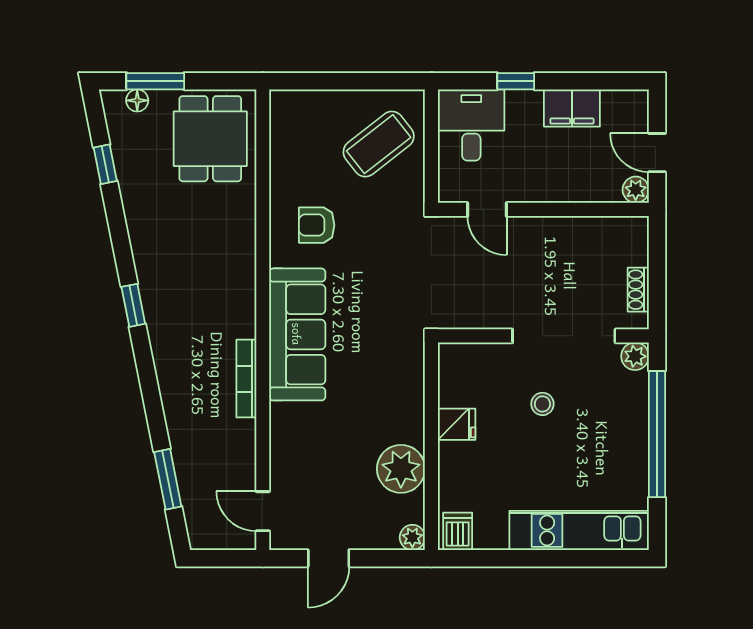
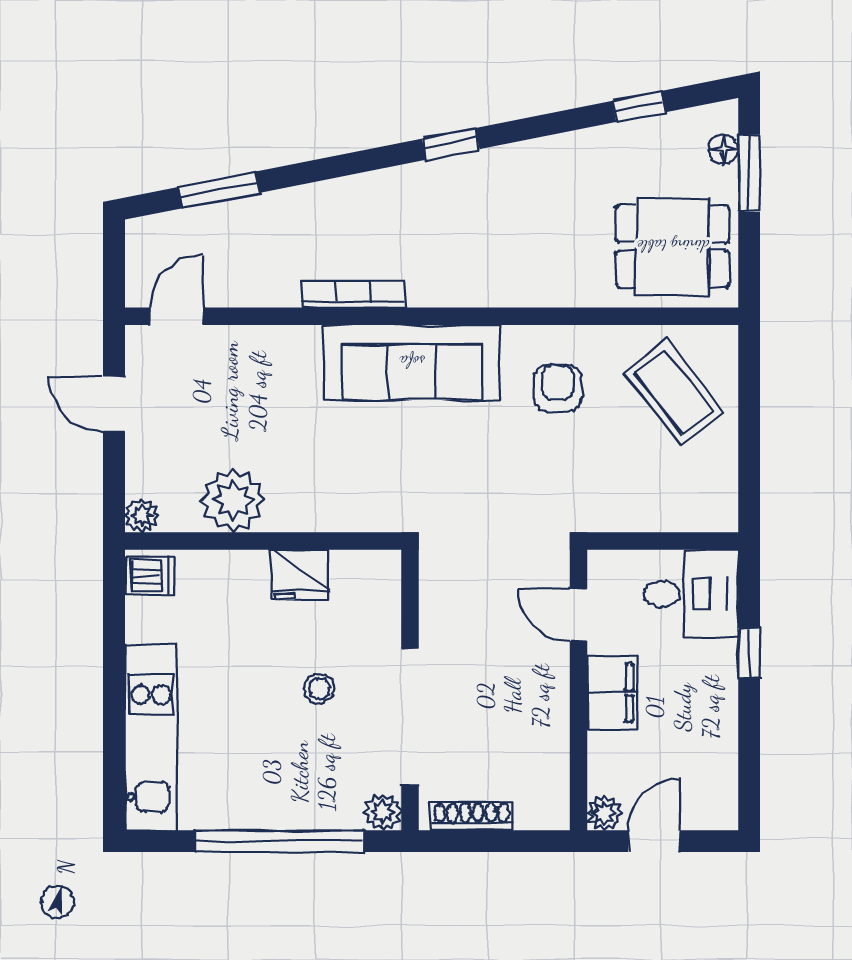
filing cabinet: (572, 108) -> (612, 693), moved, turned 180
coffee table: (379, 144) -> (674, 392), moved
door: (487, 209) -> (578, 615), hinge flipped
shoe rack: (638, 290) -> (472, 816), width x1.43
fridge: (457, 424) -> (300, 574), width x1.38

